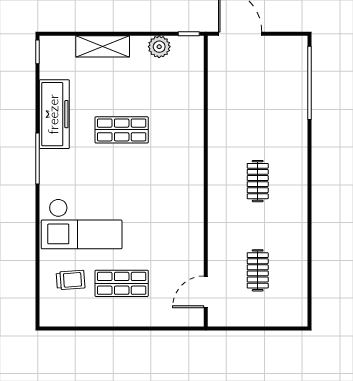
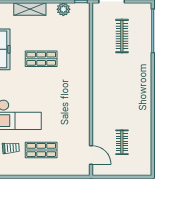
clothes rail: (258, 181) -> (122, 36), moved, width x1.36
door: (206, 292) -> (91, 155), swing flipped

